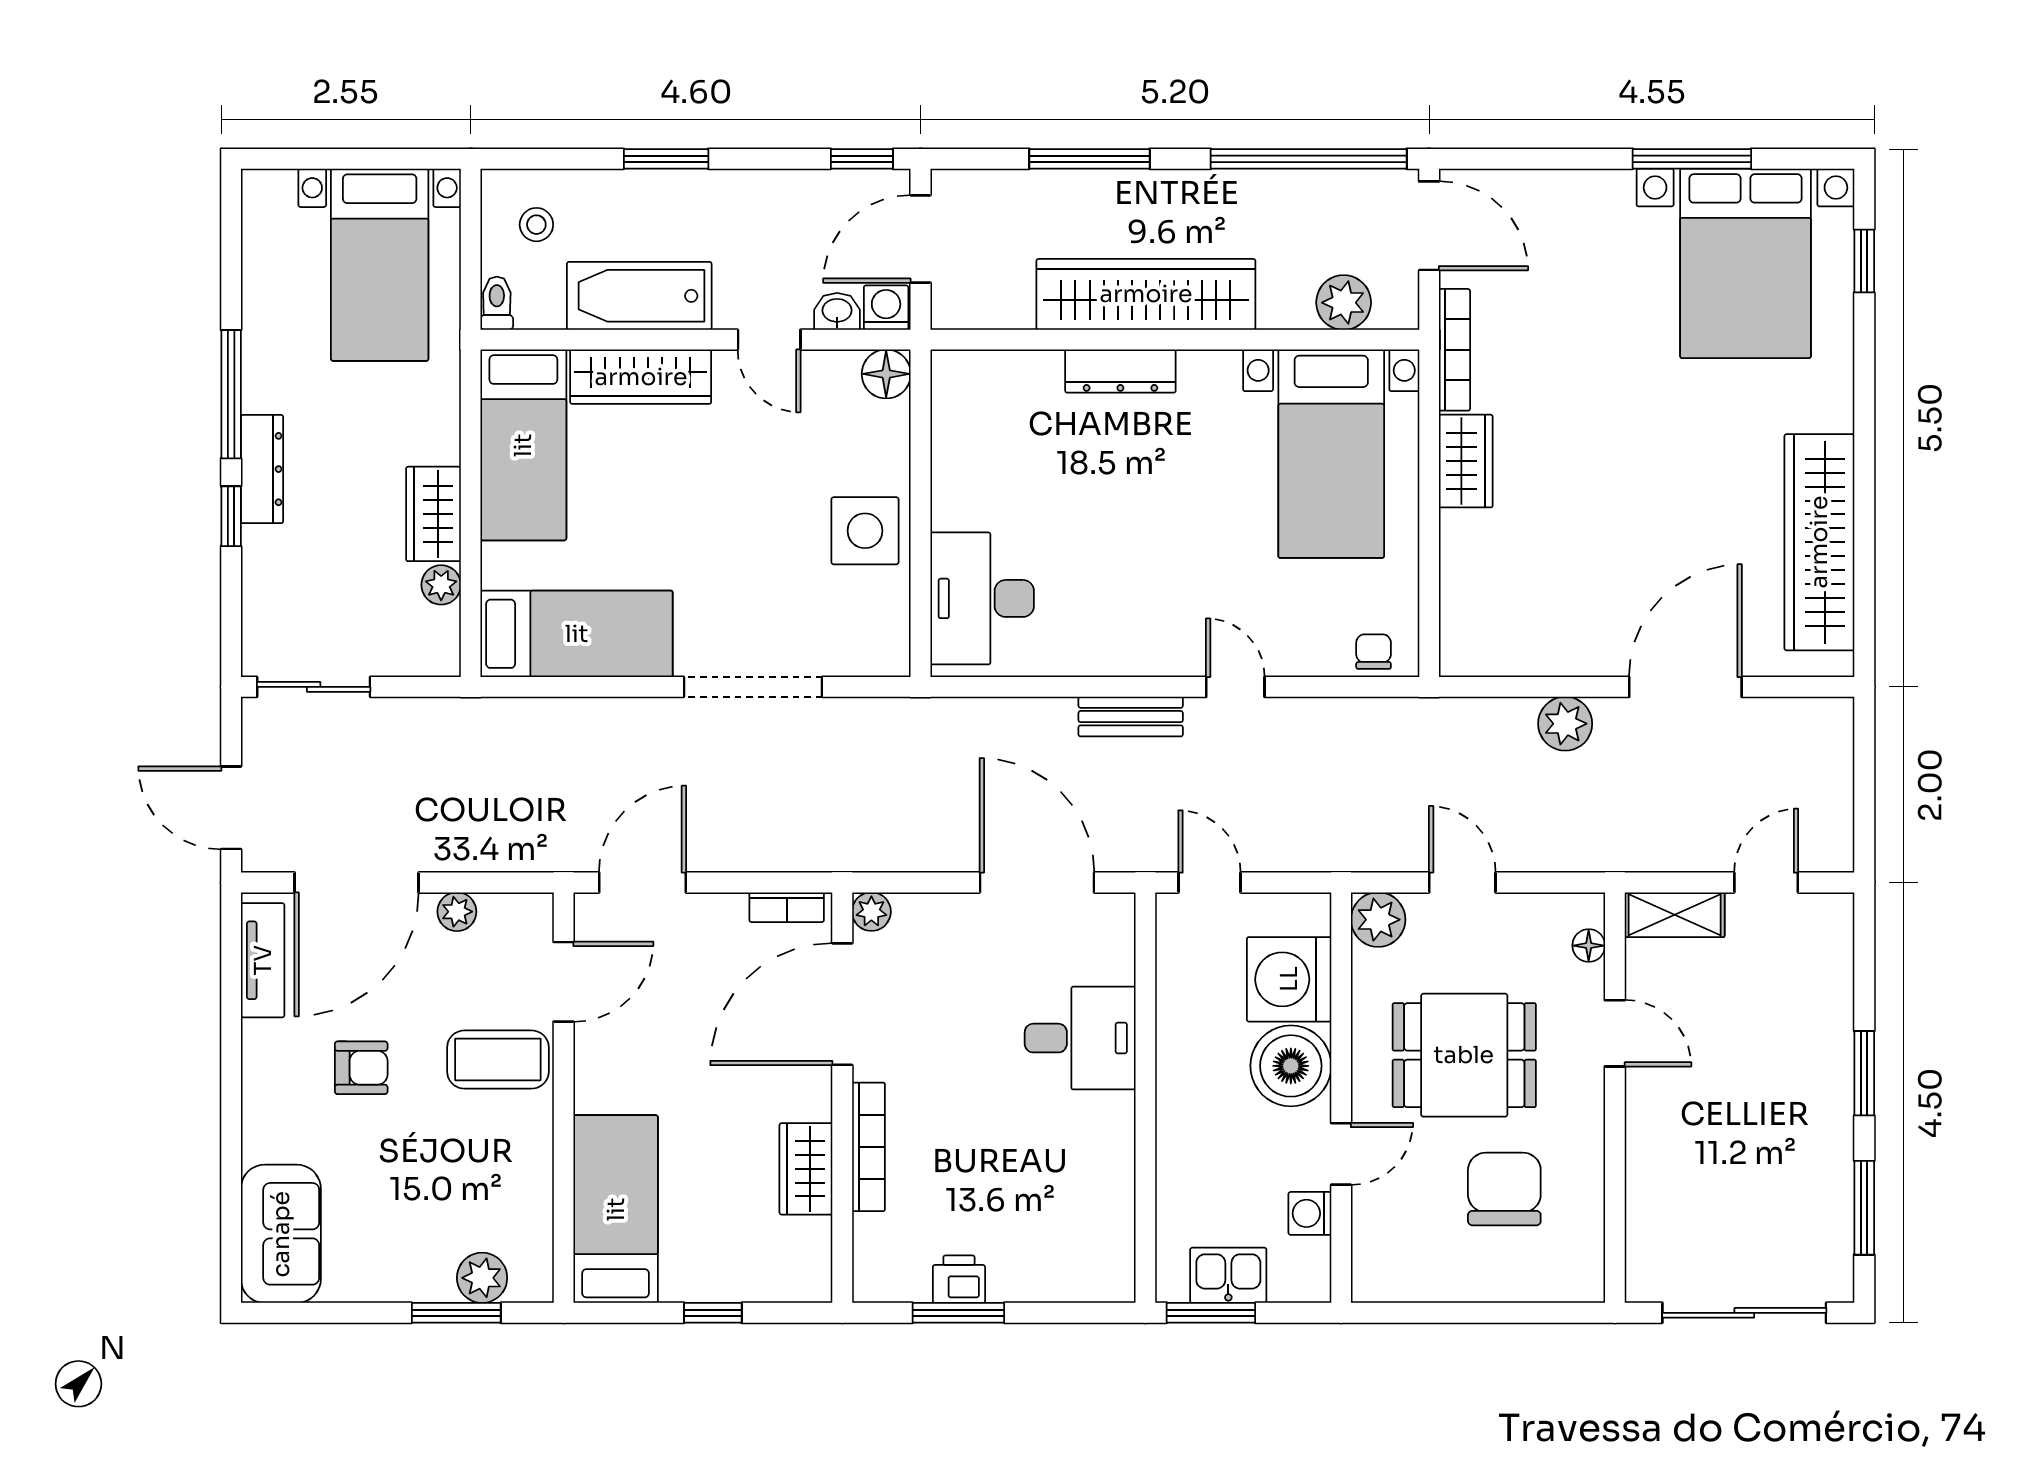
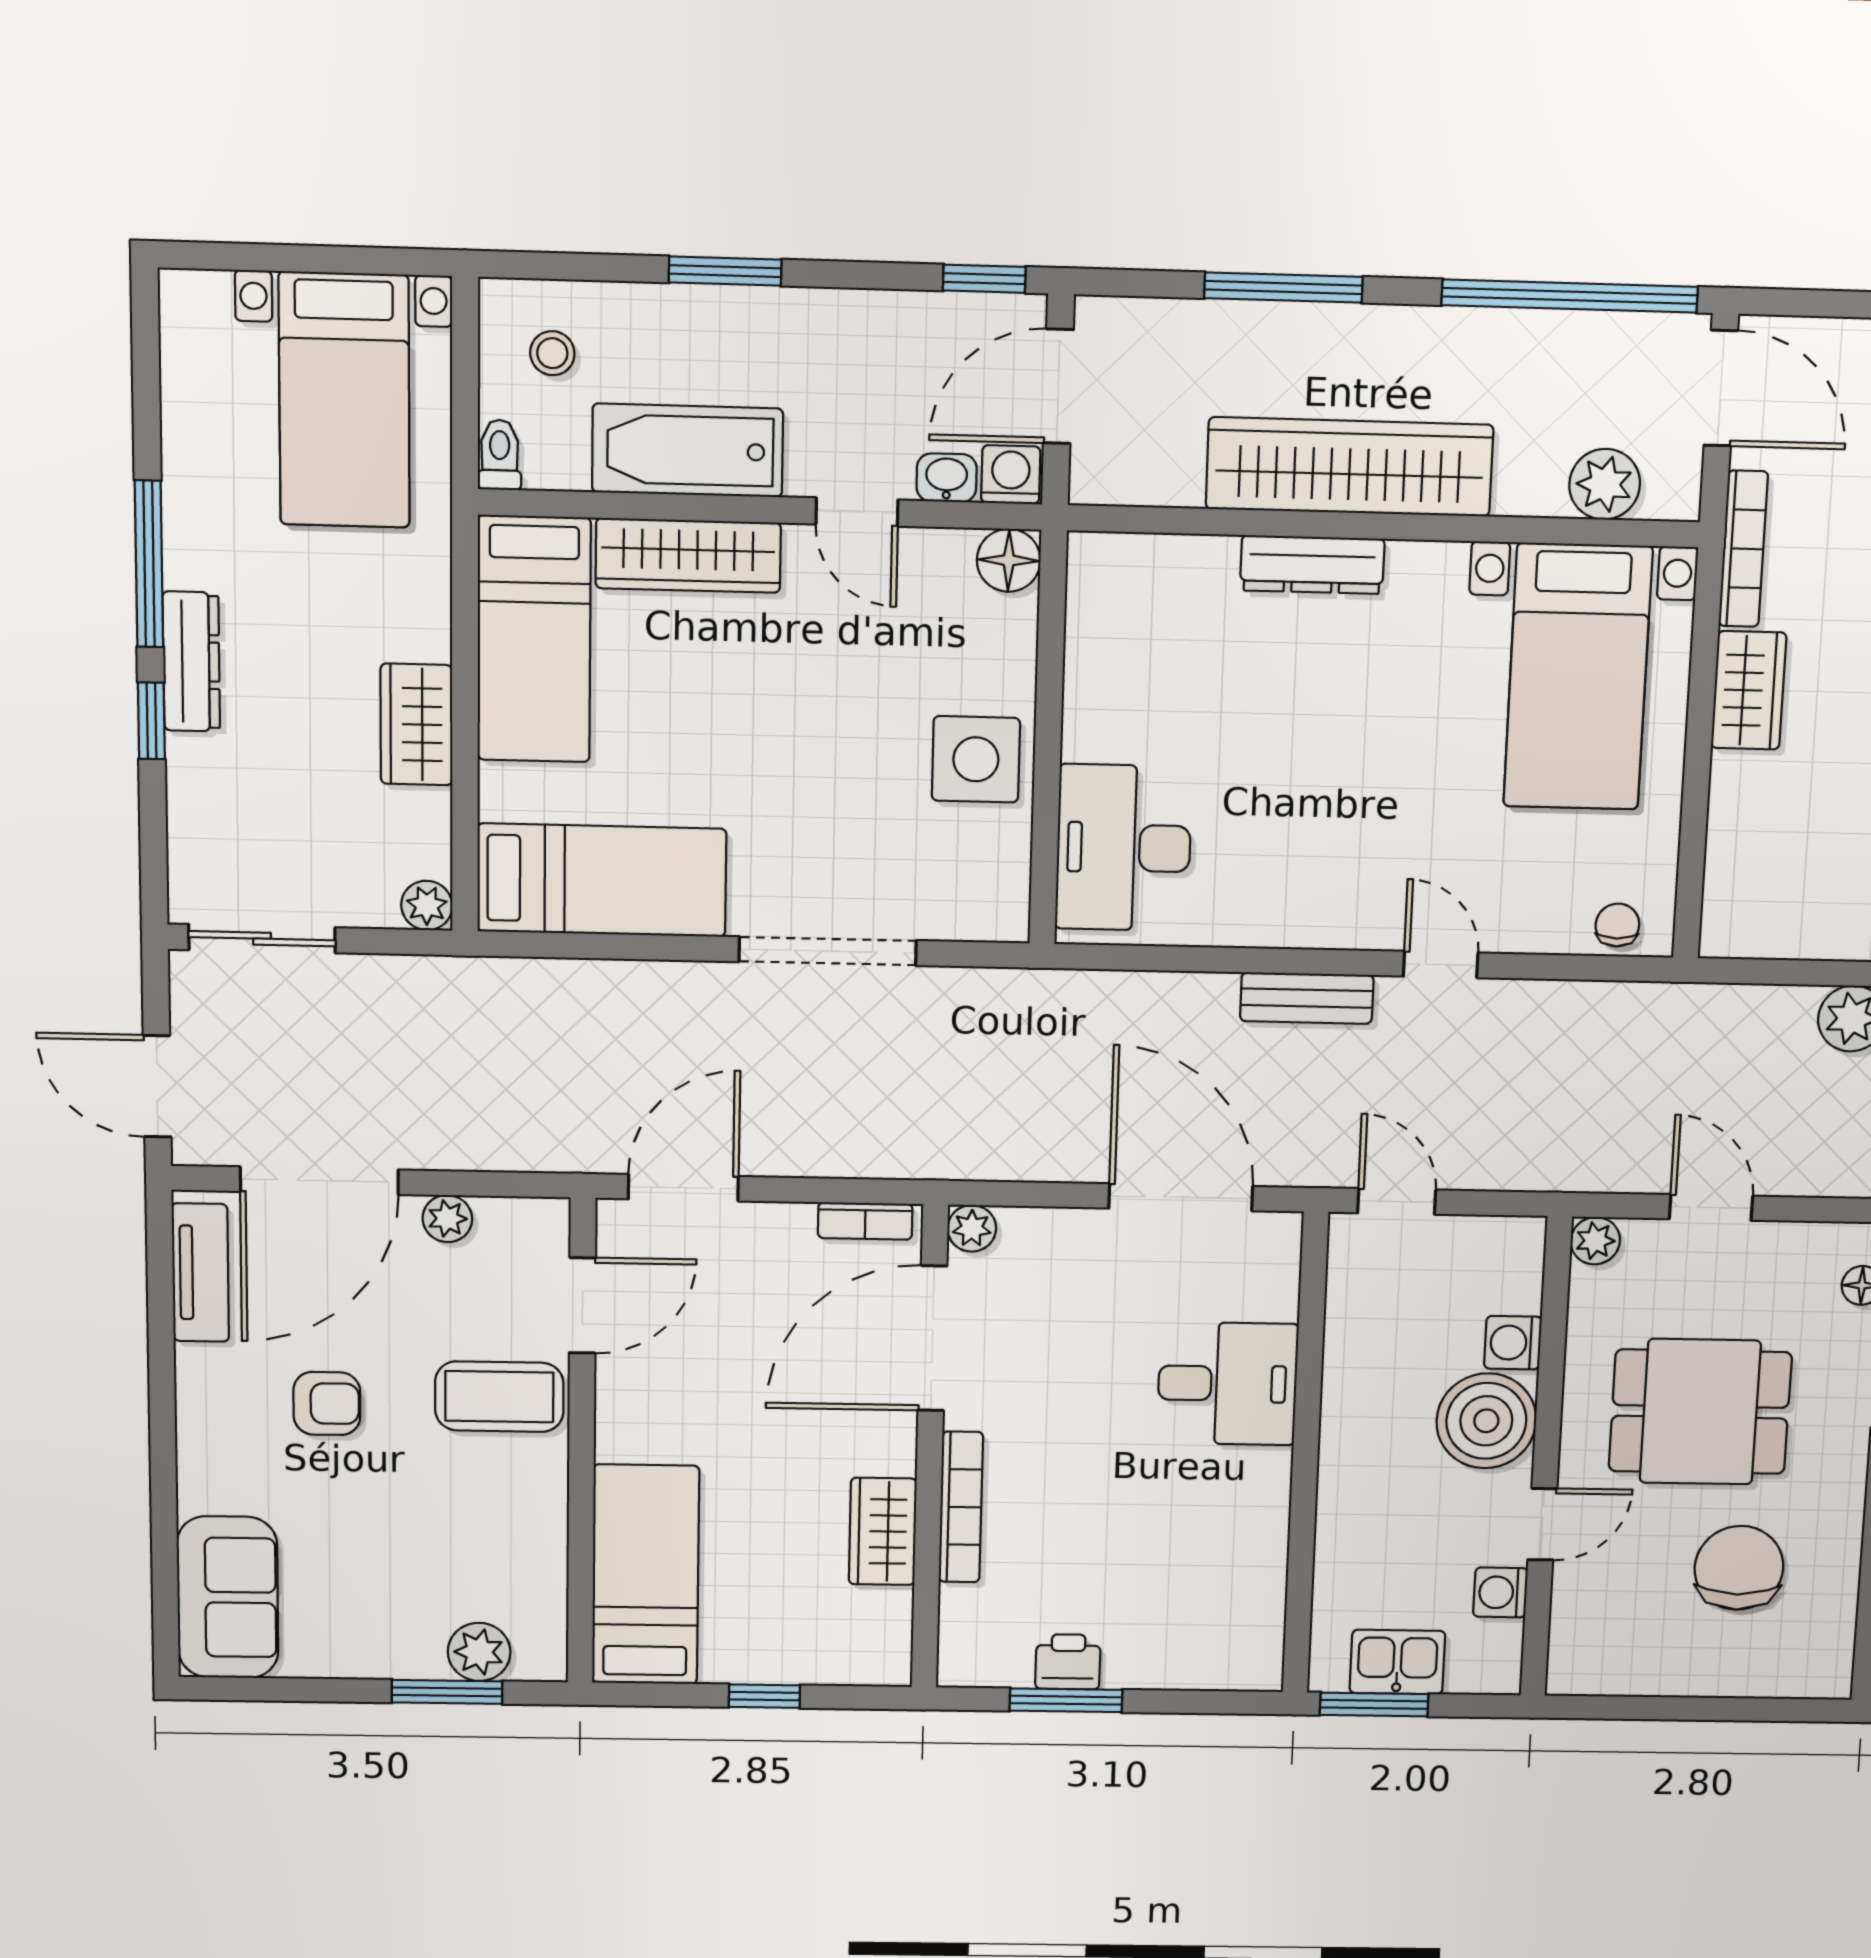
plant: (441, 585) -> (427, 905), moved
plant: (1378, 920) -> (1595, 1241), width x0.73, depth x0.73
washing machine: (1289, 979) -> (1513, 1343), width x0.53, depth x0.53

